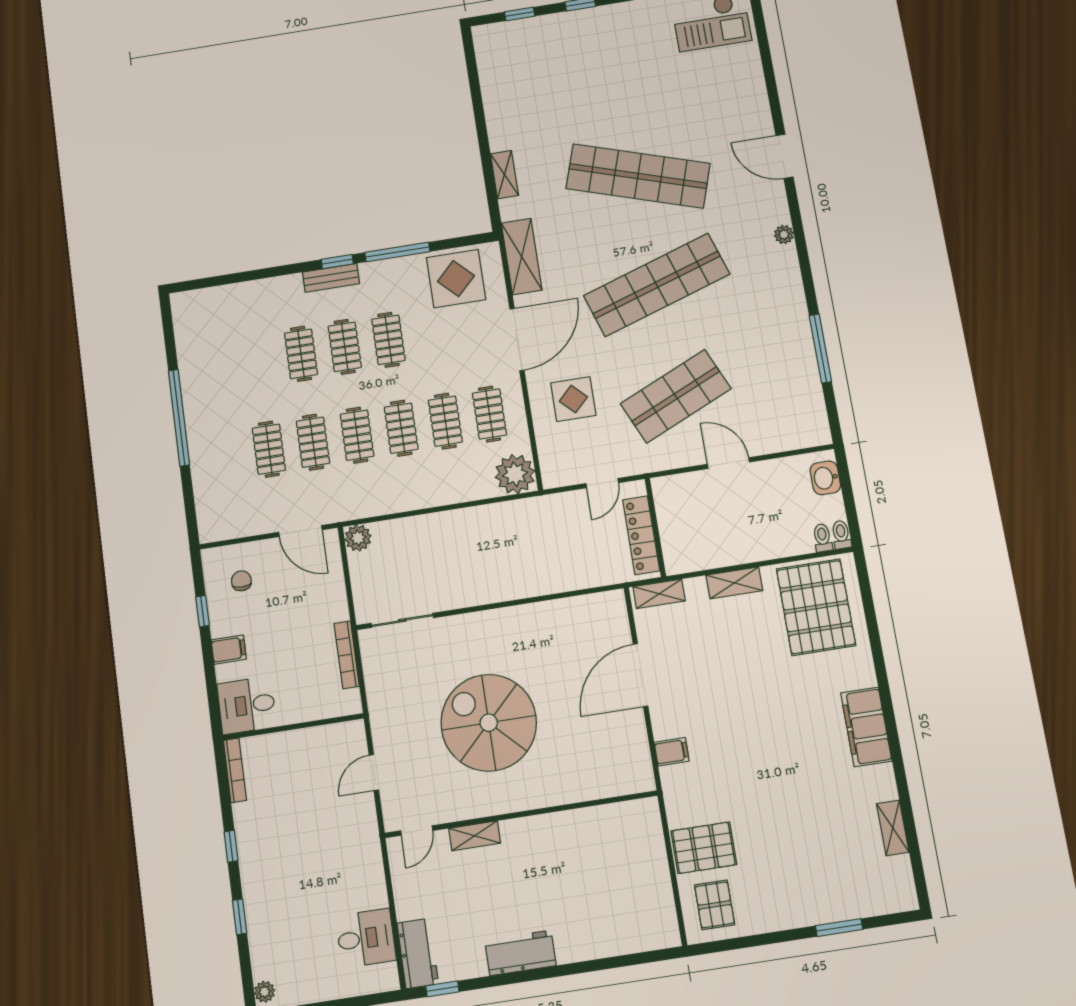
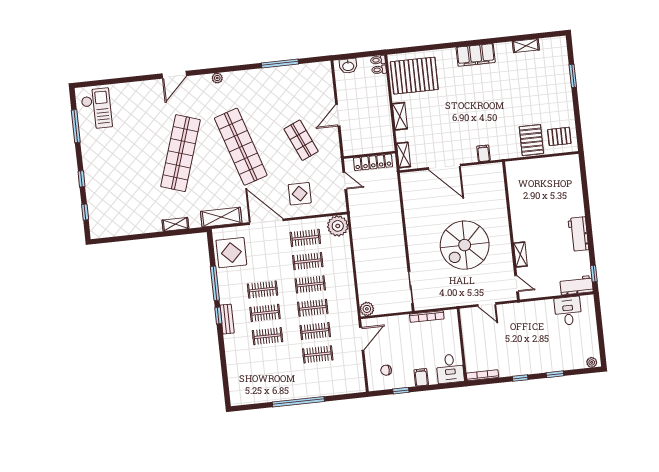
shop shelf: (676, 396) -> (301, 140), width x0.70, depth x0.74

